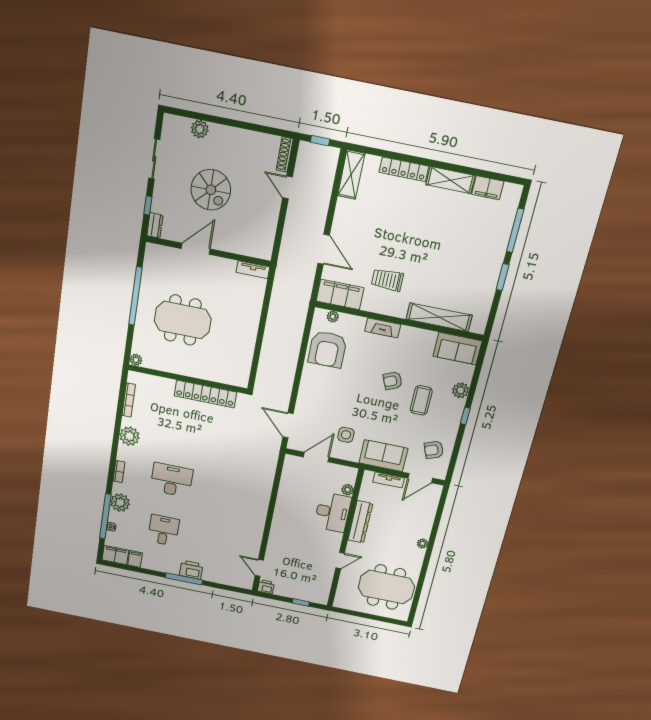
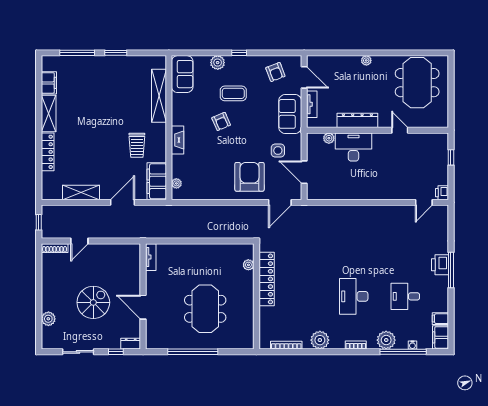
shelving: (351, 175) -> (81, 192), moved
armchair: (327, 349) -> (249, 177), moved, turned -90
plant: (136, 360) -> (248, 265), moved

